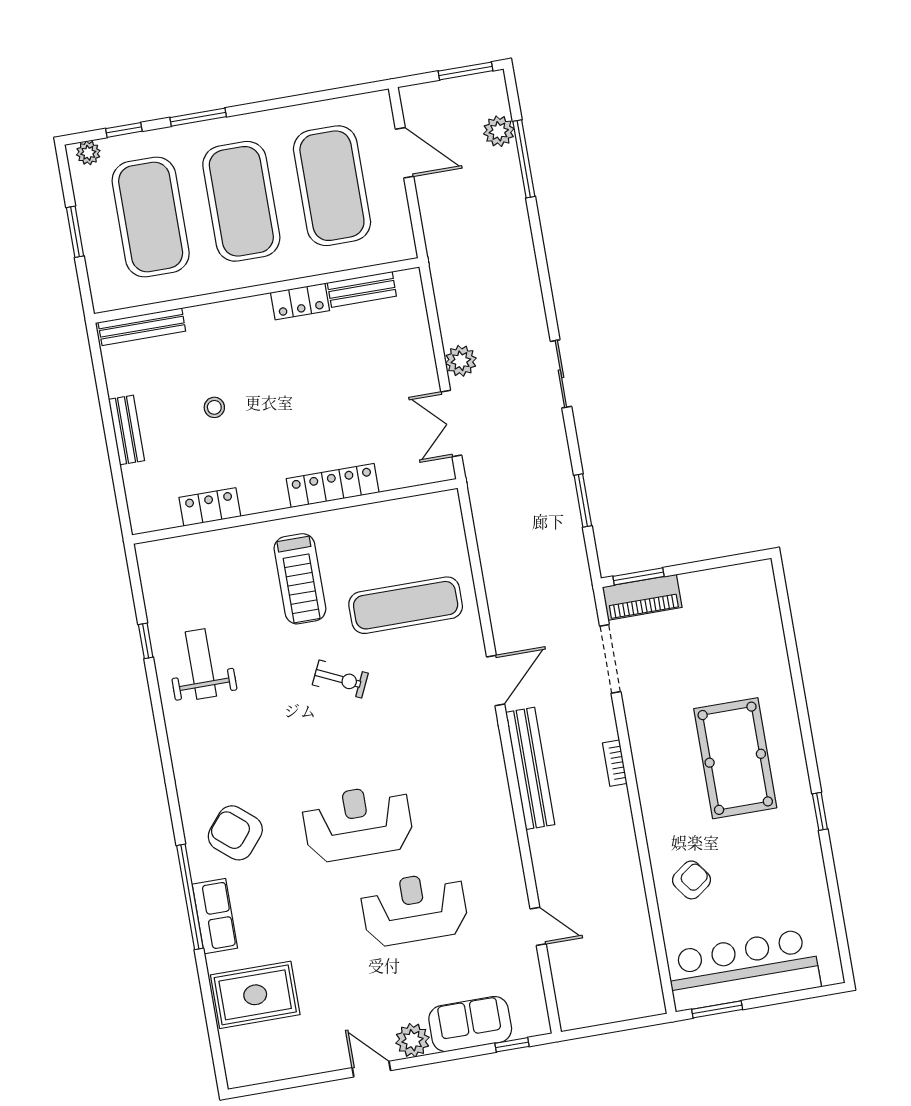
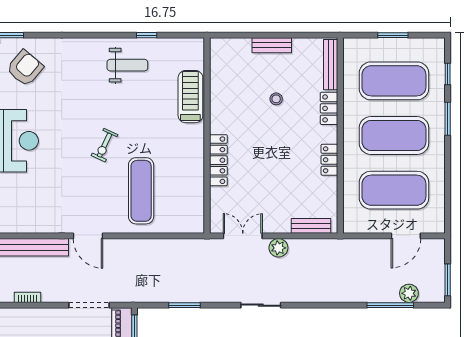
plant: (88, 153) -> (438, 51), removed
bench: (362, 289) -> (311, 226), moved, turned 90
locker: (210, 507) -> (329, 108), moved, turned 180
treadmill: (300, 579) -> (190, 97), moved, turned 90

